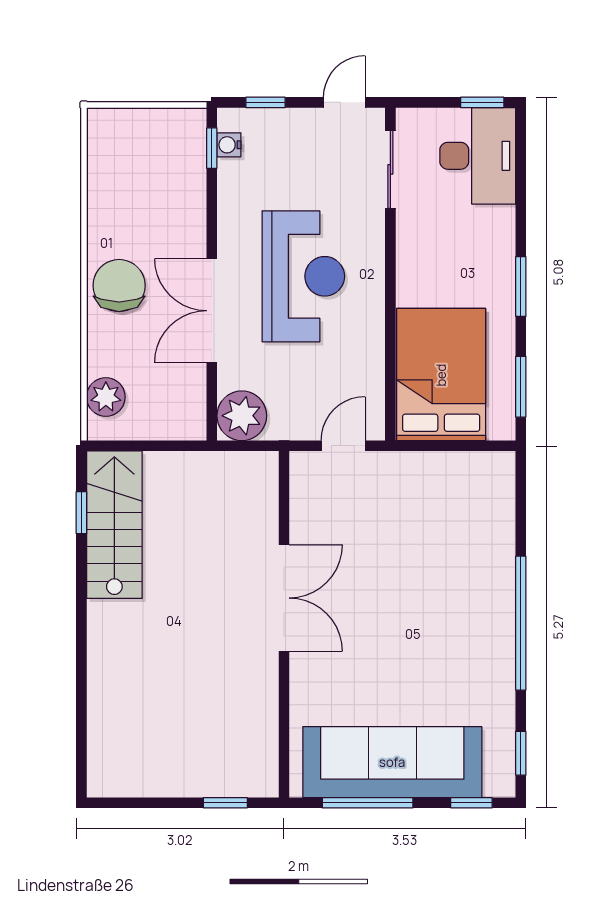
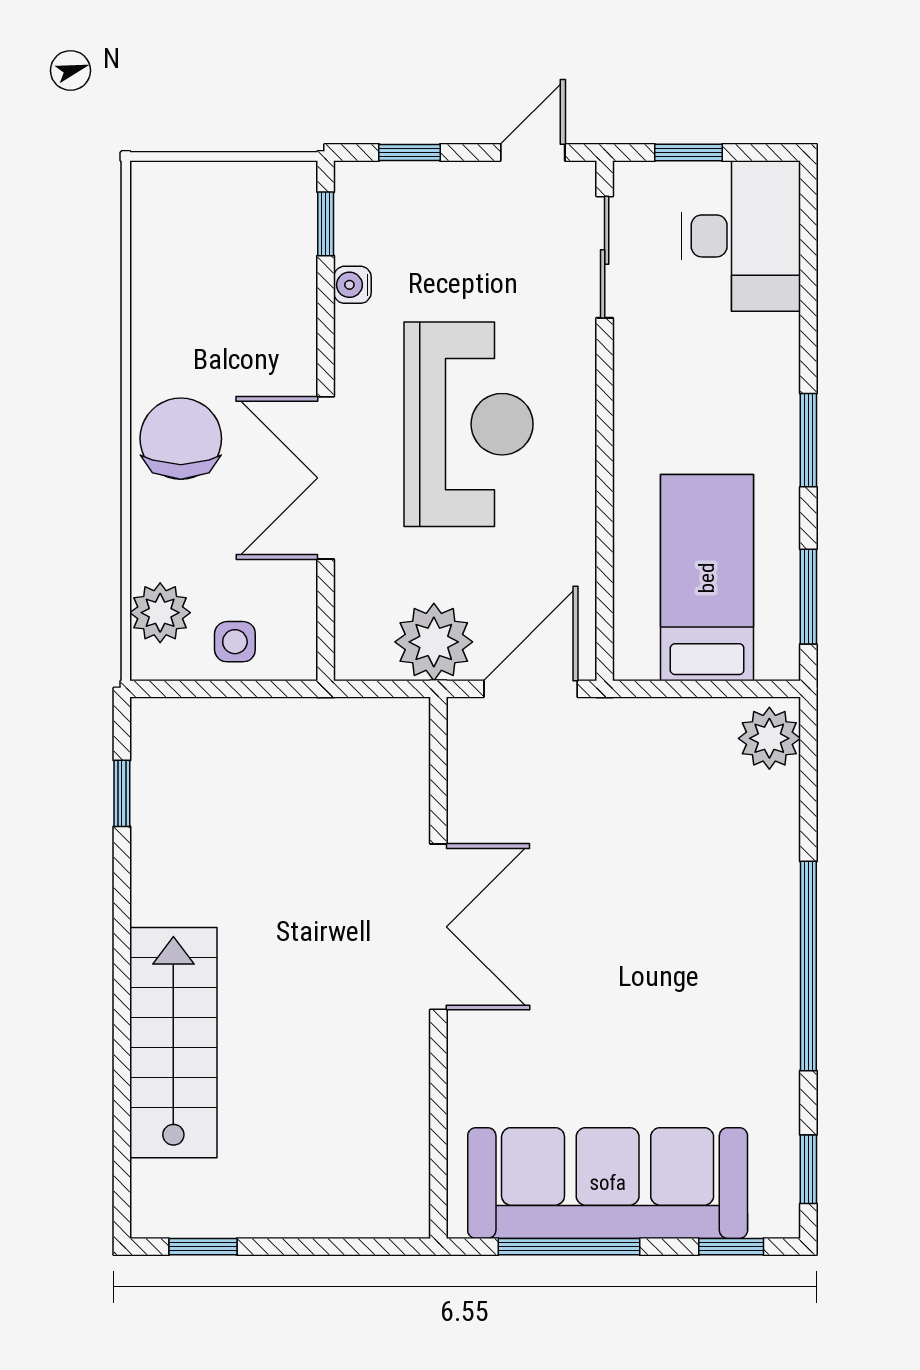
window: (482, 102) -> (689, 152), moved
water cooler: (229, 145) -> (352, 285), moved
bed: (441, 375) -> (707, 578), width x0.67
side table: (154, 416) -> (235, 642), added
plant: (242, 416) -> (434, 642), moved
door: (343, 446) -> (531, 689), width x1.38
plant: (496, 477) -> (769, 738), added
stairs: (114, 525) -> (173, 1043), moved
window: (225, 803) -> (203, 1247), moved

